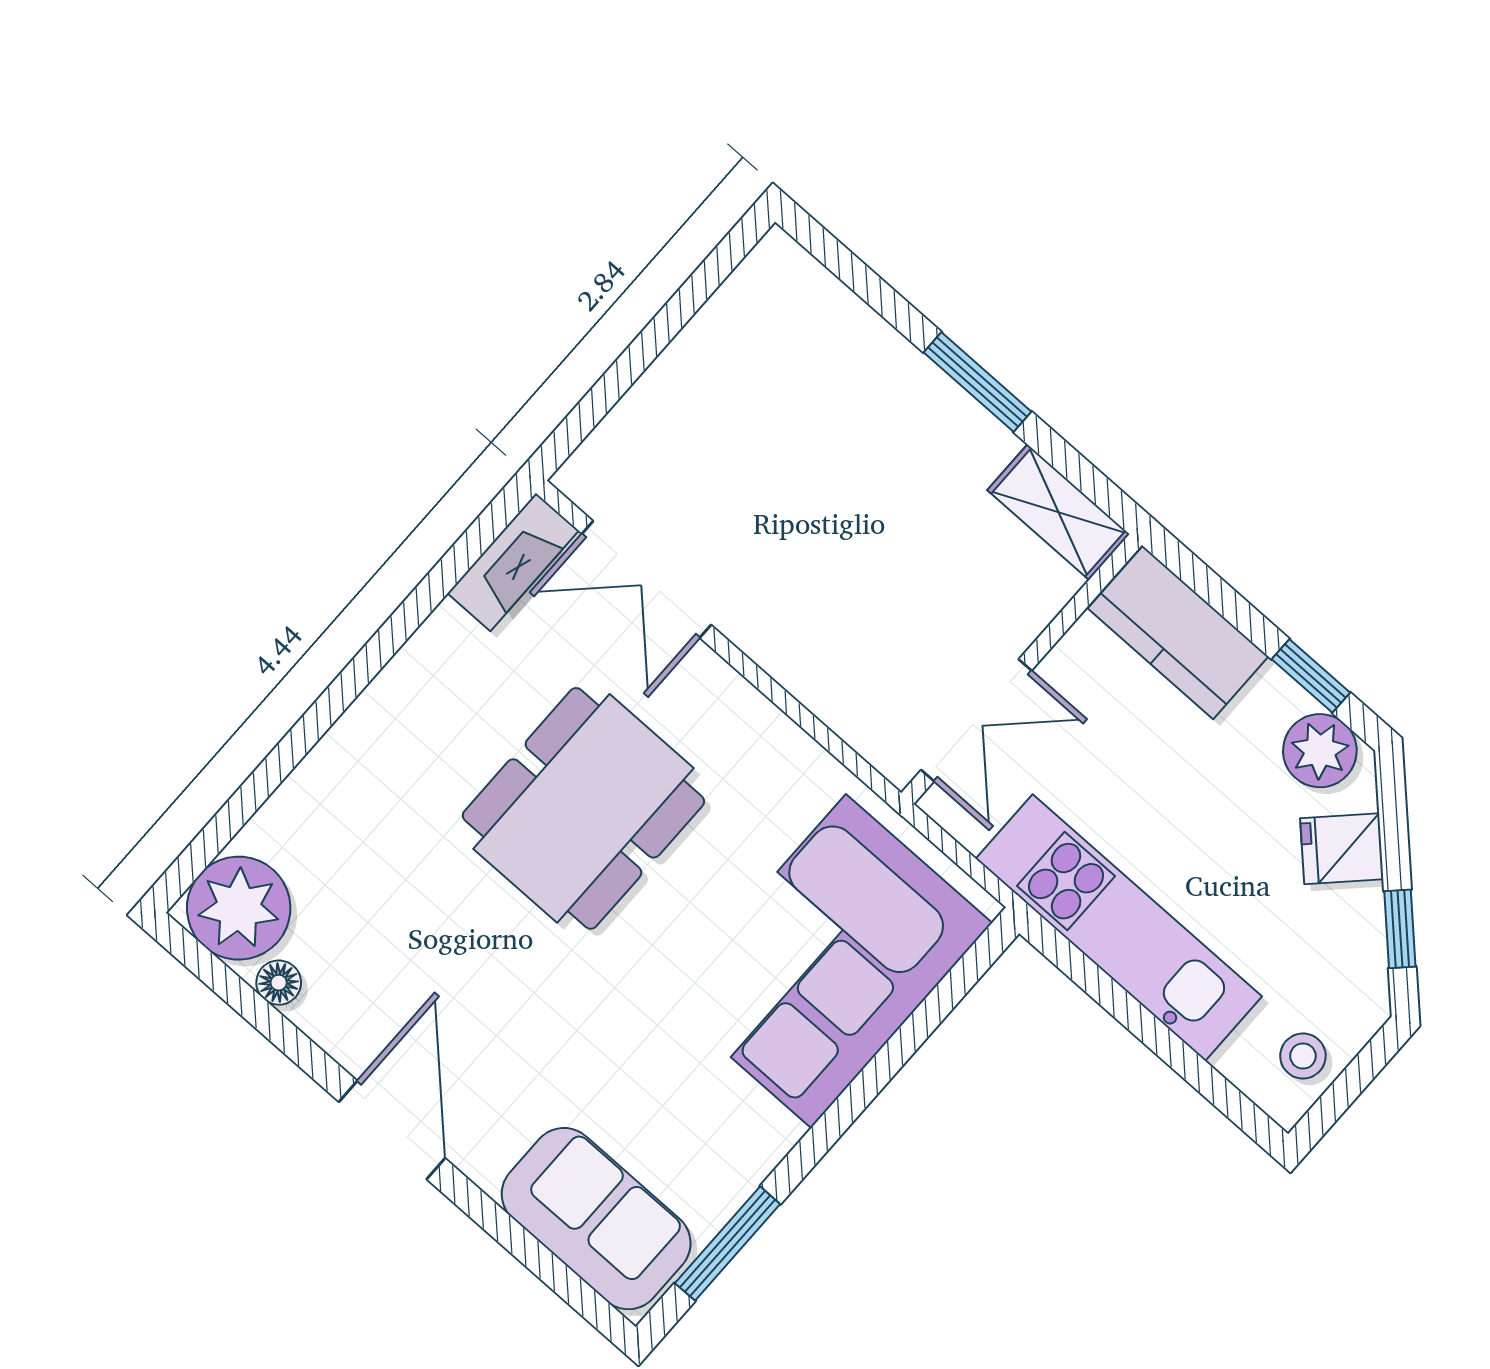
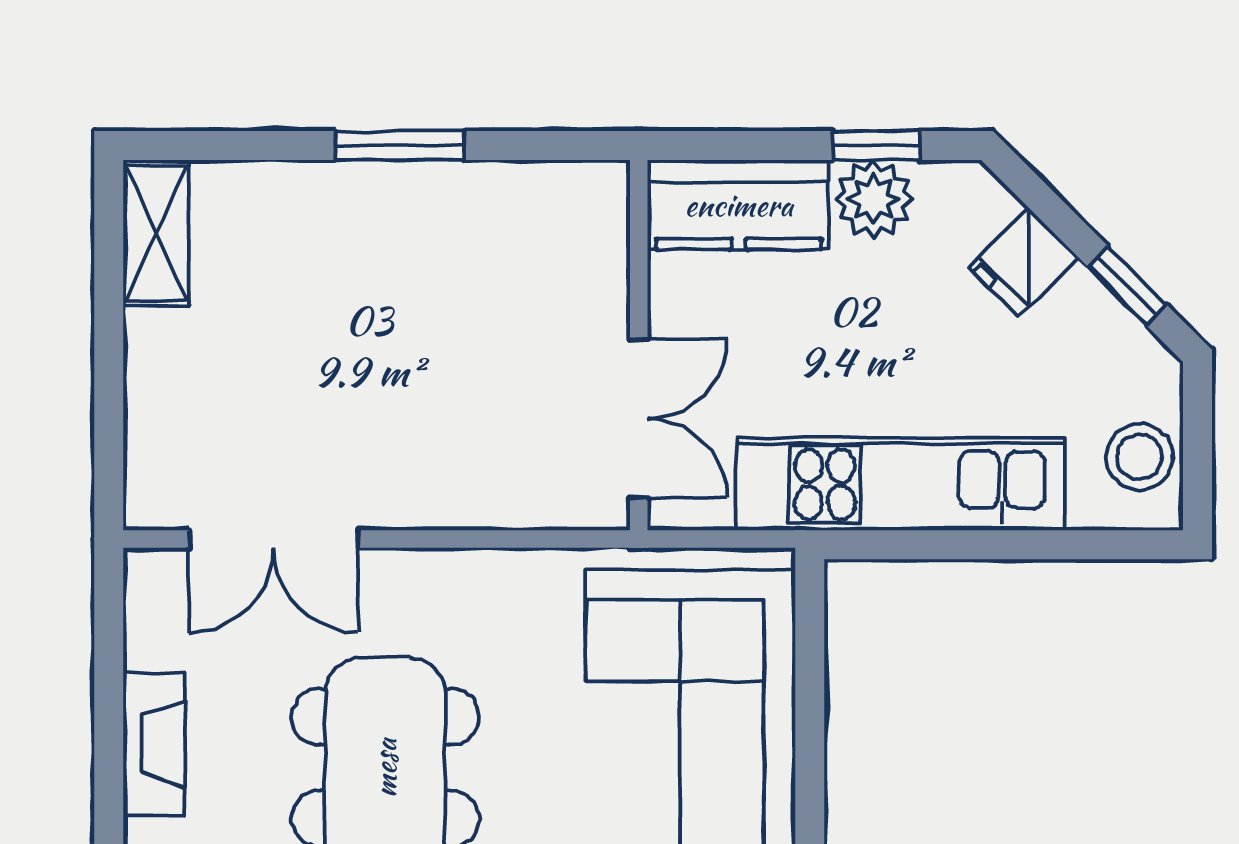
shelving: (1058, 512) -> (156, 233), moved, turned 90
fireplace: (513, 562) -> (154, 744), moved
plant: (1320, 751) -> (874, 199), moved
stool: (1303, 1056) -> (1139, 457), width x1.37, depth x1.37

